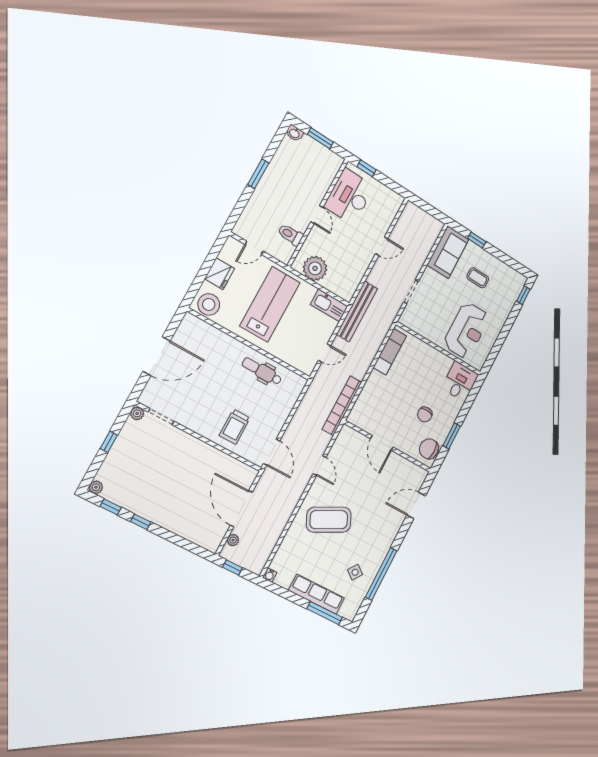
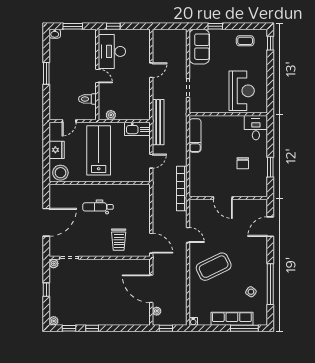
plant: (315, 268) -> (111, 115), width x0.53, depth x0.53
coffee table: (478, 278) -> (245, 41), moved
dental chair: (262, 371) -> (98, 207), moved
chair: (429, 449) -> (259, 184), removed

